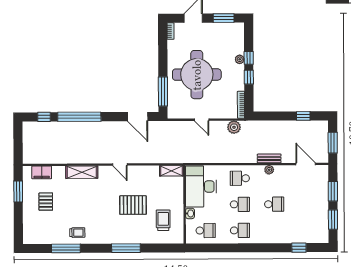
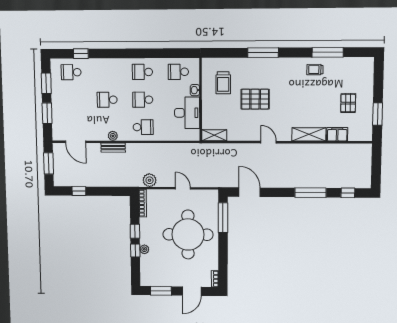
window: (79, 117) -> (311, 193), width x0.68
filing cabinet: (42, 172) -> (337, 134), moved
desk: (201, 187) -> (187, 113), width x0.73, depth x0.77
school desk: (309, 230) -> (71, 72), added

